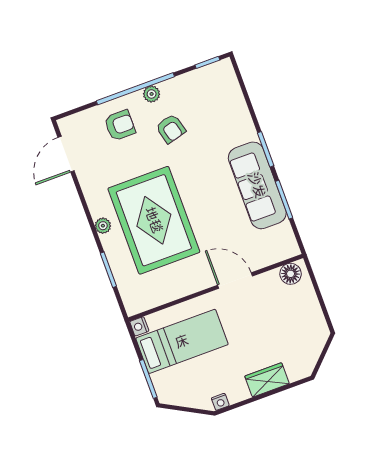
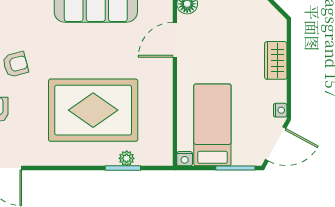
plant: (103, 226) -> (127, 158), moved
door: (235, 281) -> (175, 40), moved
door: (186, 409) -> (276, 144), added

